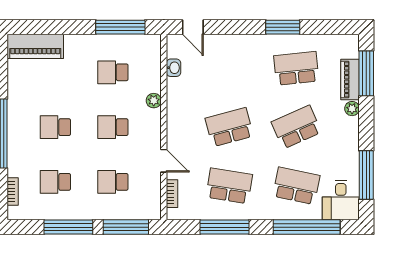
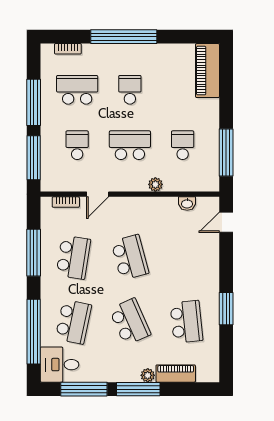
window: (366, 73) -> (138, 389), moved
school desk: (113, 127) -> (130, 145), width x1.85
school desk: (55, 182) -> (77, 90), width x1.85

